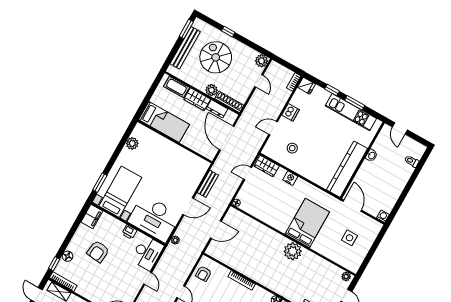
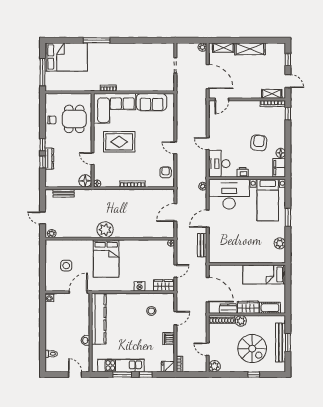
window: (186, 29) -> (288, 343), moved
window: (100, 183) -> (288, 217), moved
door: (352, 206) -> (78, 292), swing flipped
floor lamp: (67, 256) -> (281, 153), moved

